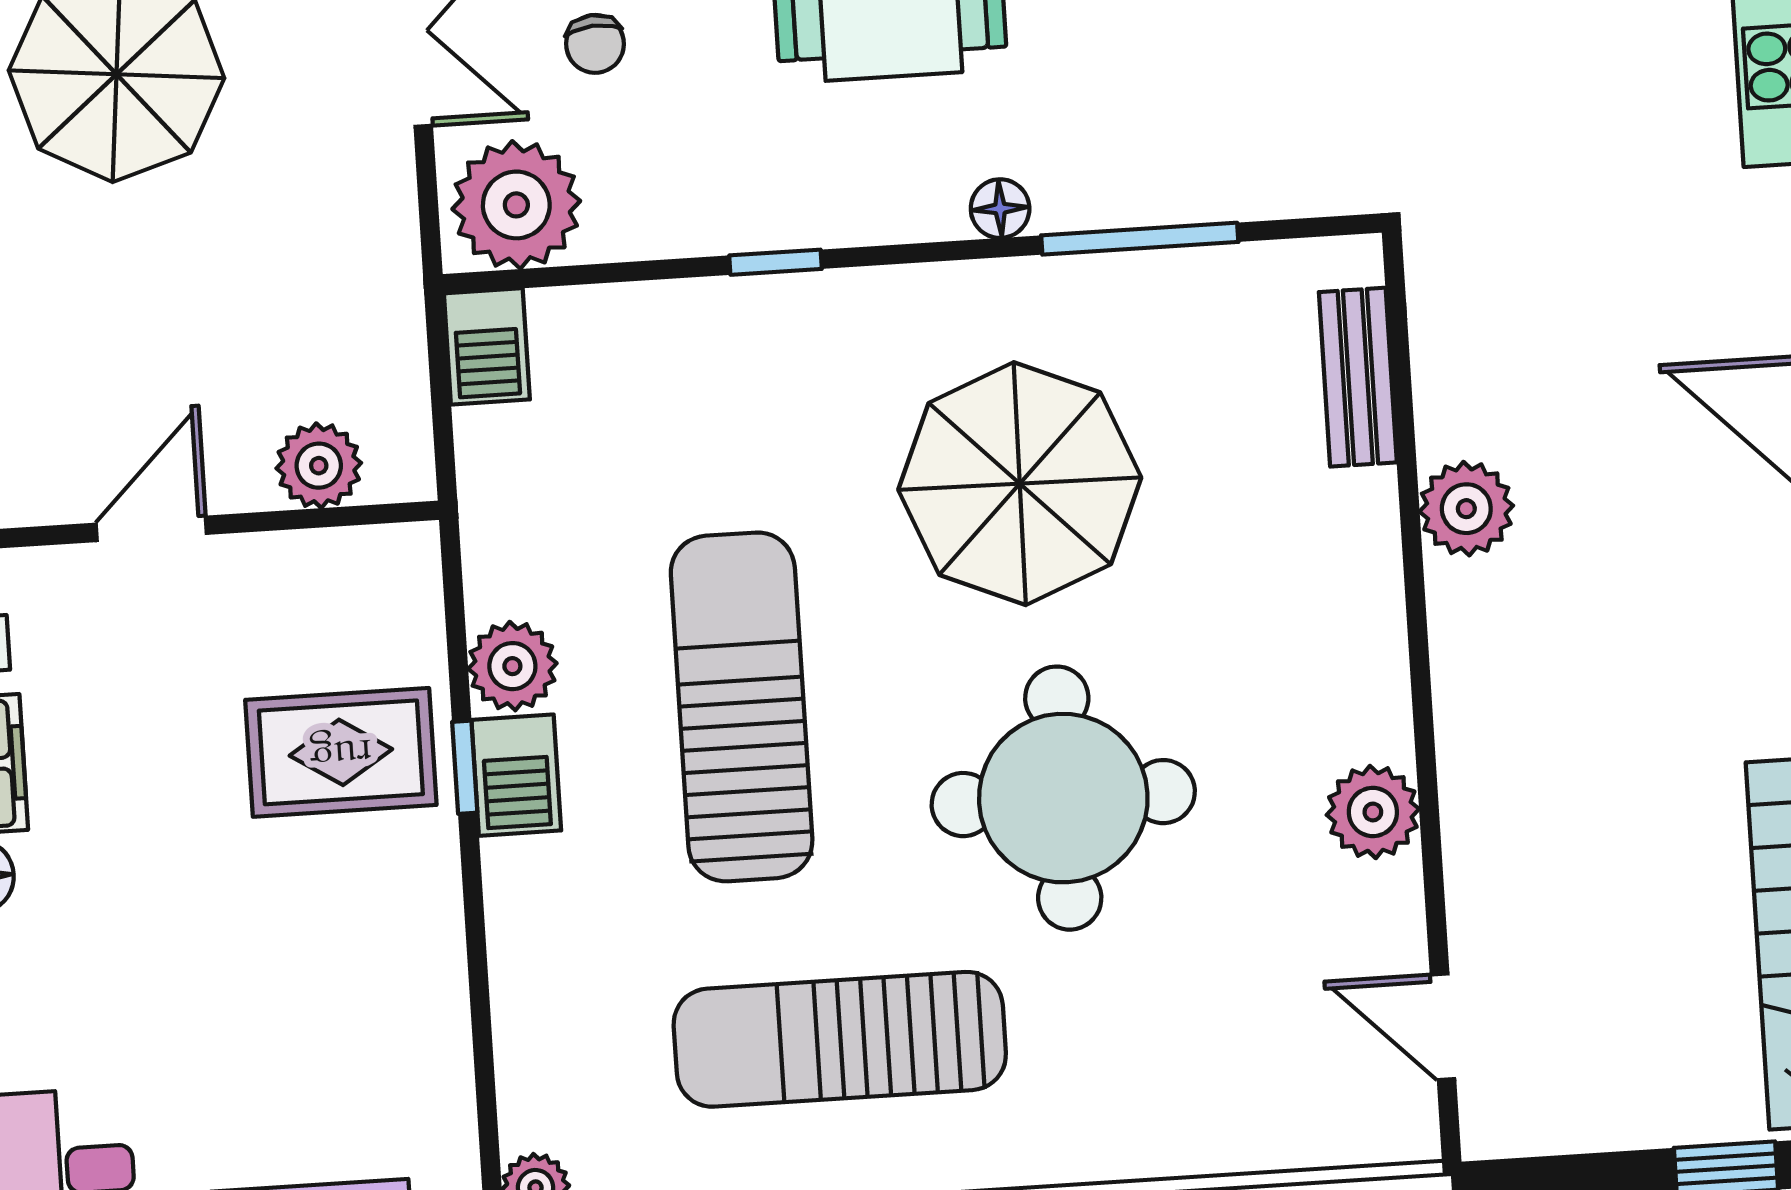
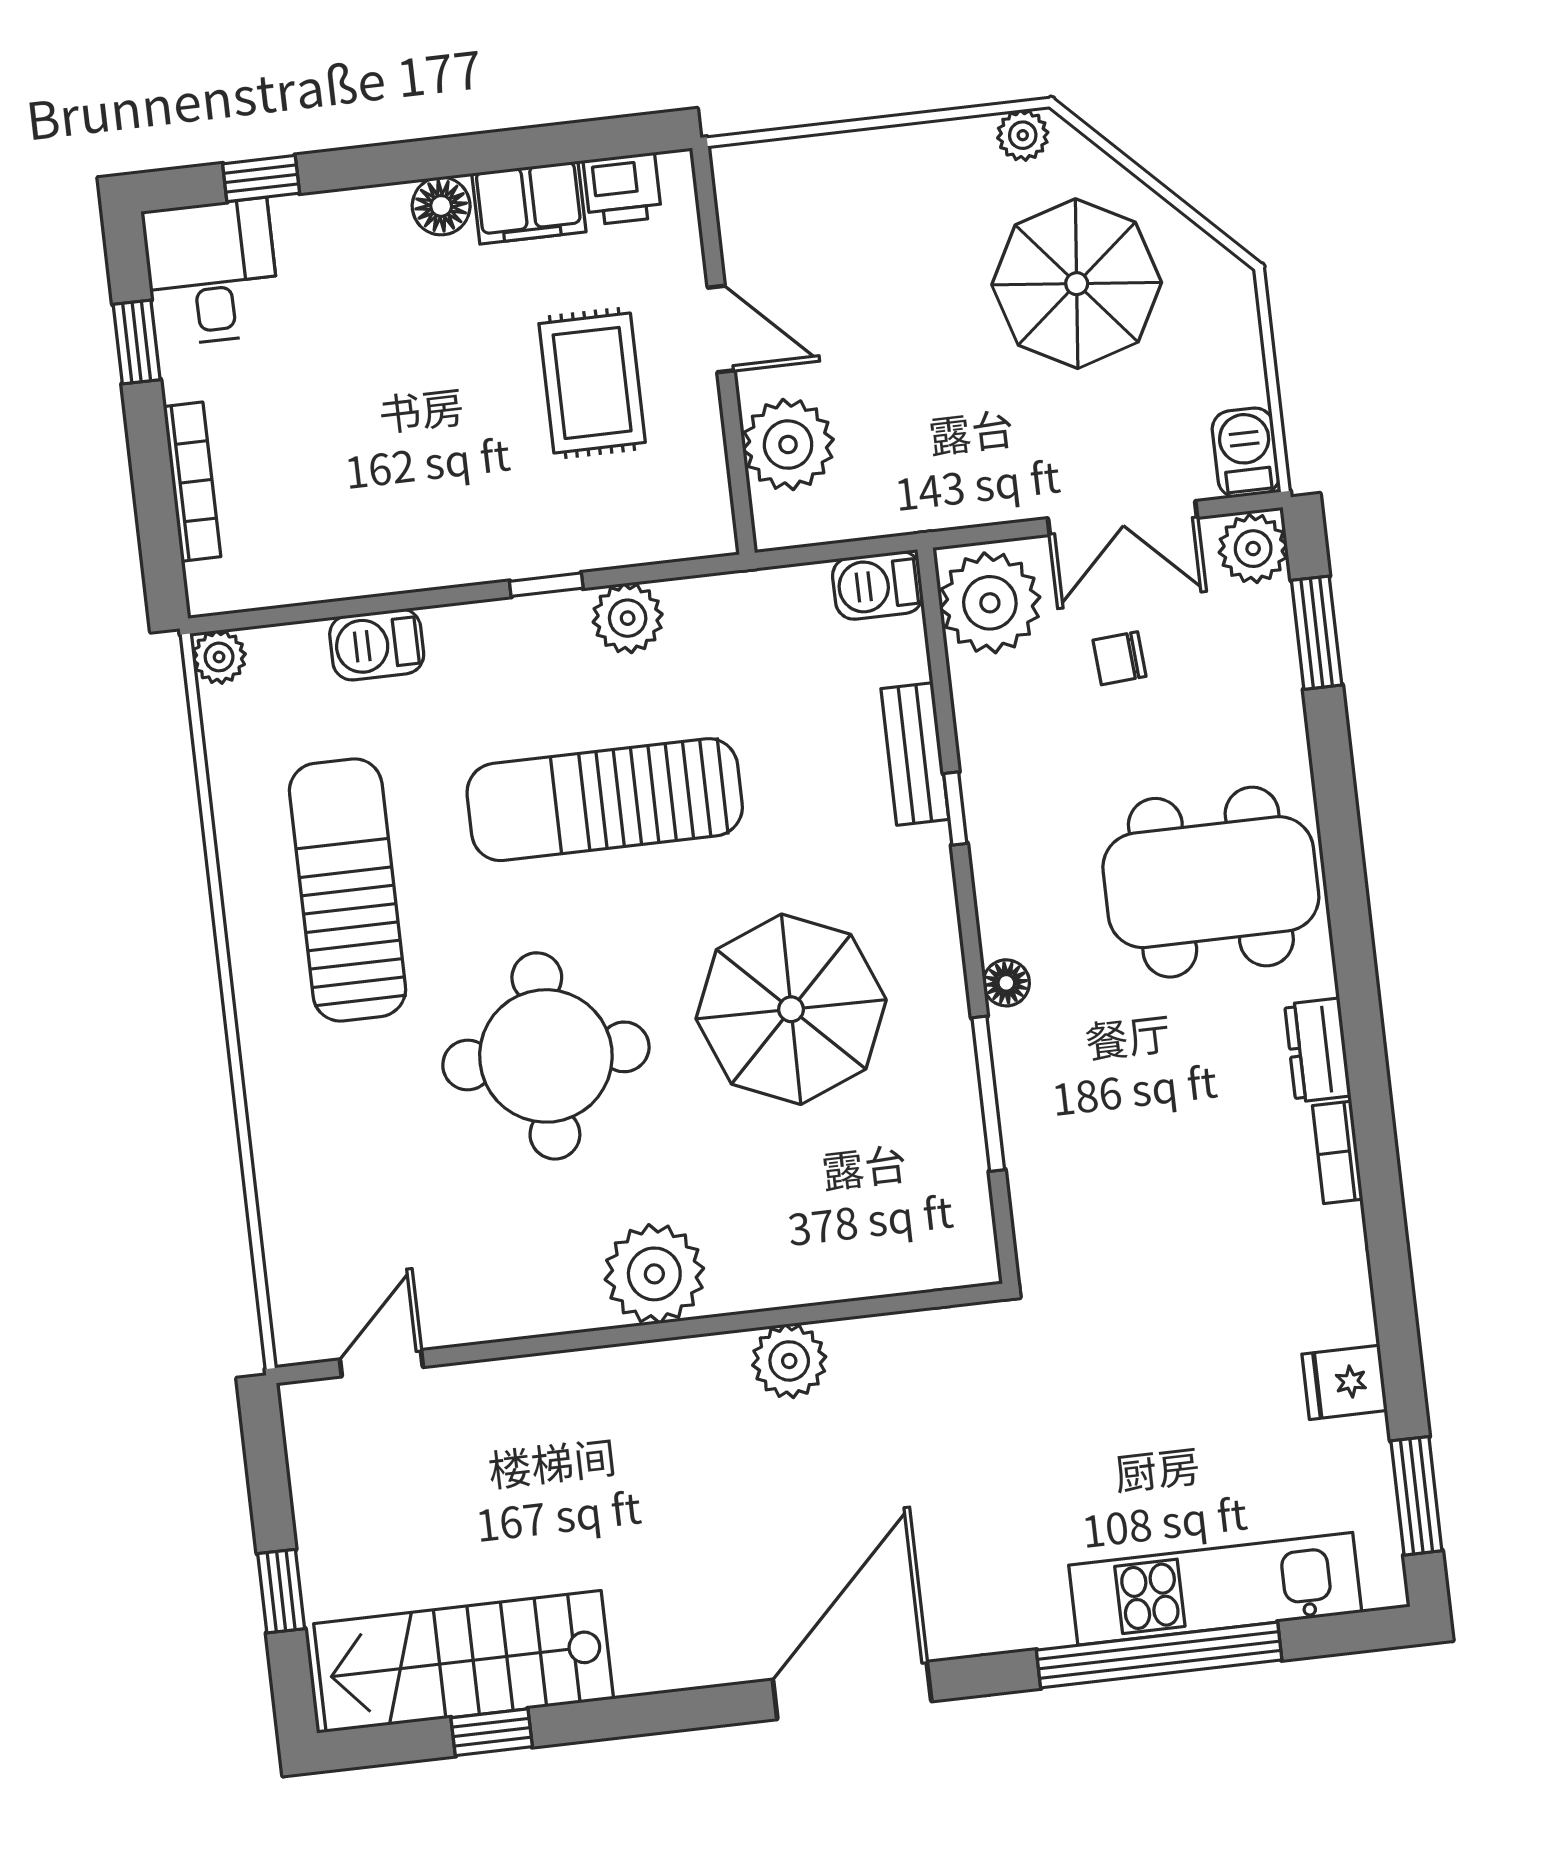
bench: (1358, 377) -> (915, 754), moved, turned 90
plant: (319, 466) -> (788, 445), width x1.36, depth x1.36
sun lounger: (742, 707) -> (605, 800), turned 180
rug: (341, 752) -> (592, 383), moved
barbecue: (516, 775) -> (377, 645), moved
plant: (1373, 812) -> (654, 1274), moved, width x1.36, depth x1.36

